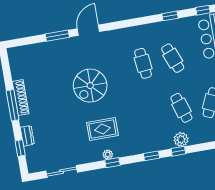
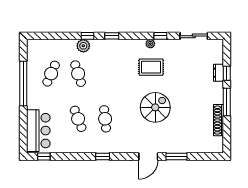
window: (170, 16) -> (103, 157), moved
shoe rack: (21, 98) -> (219, 120), moved
window: (20, 148) -> (227, 73), moved
window: (112, 163) -> (160, 36), moved

